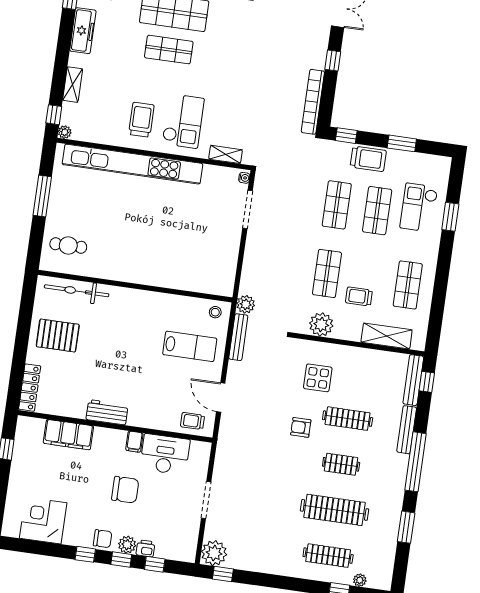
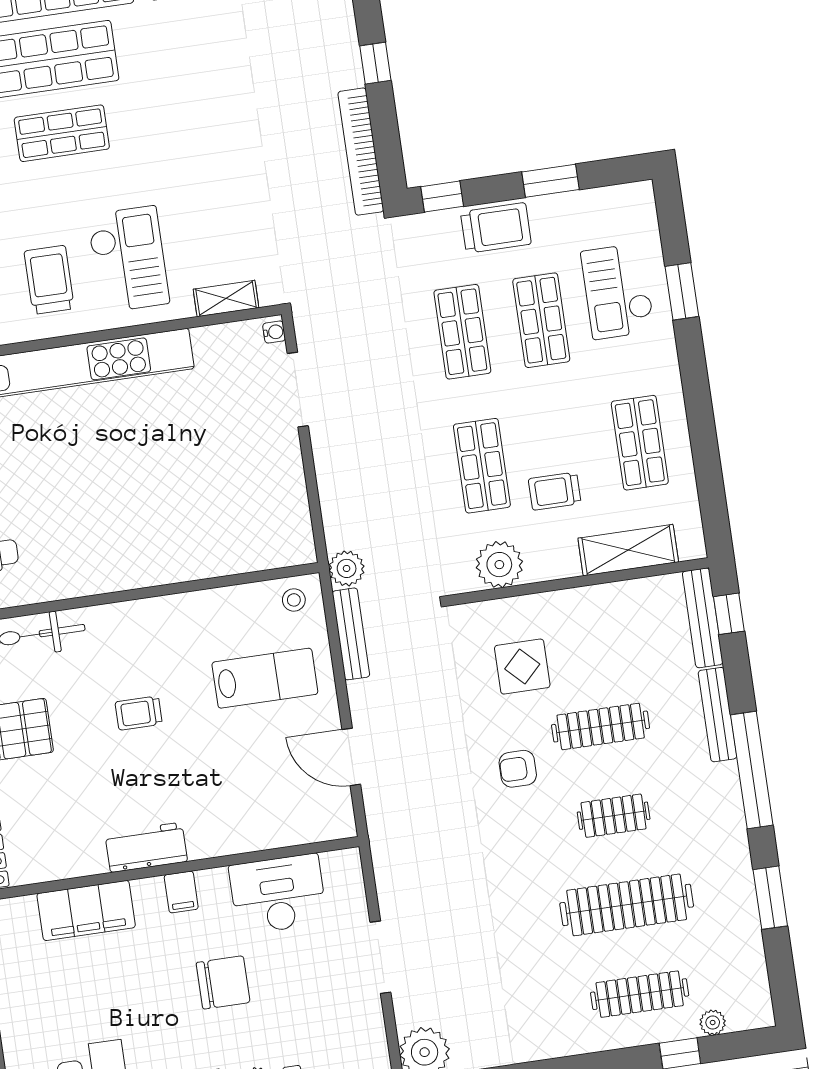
trolley: (192, 421) -> (139, 713), moved
filing cabinet: (134, 442) -> (181, 892), moved

